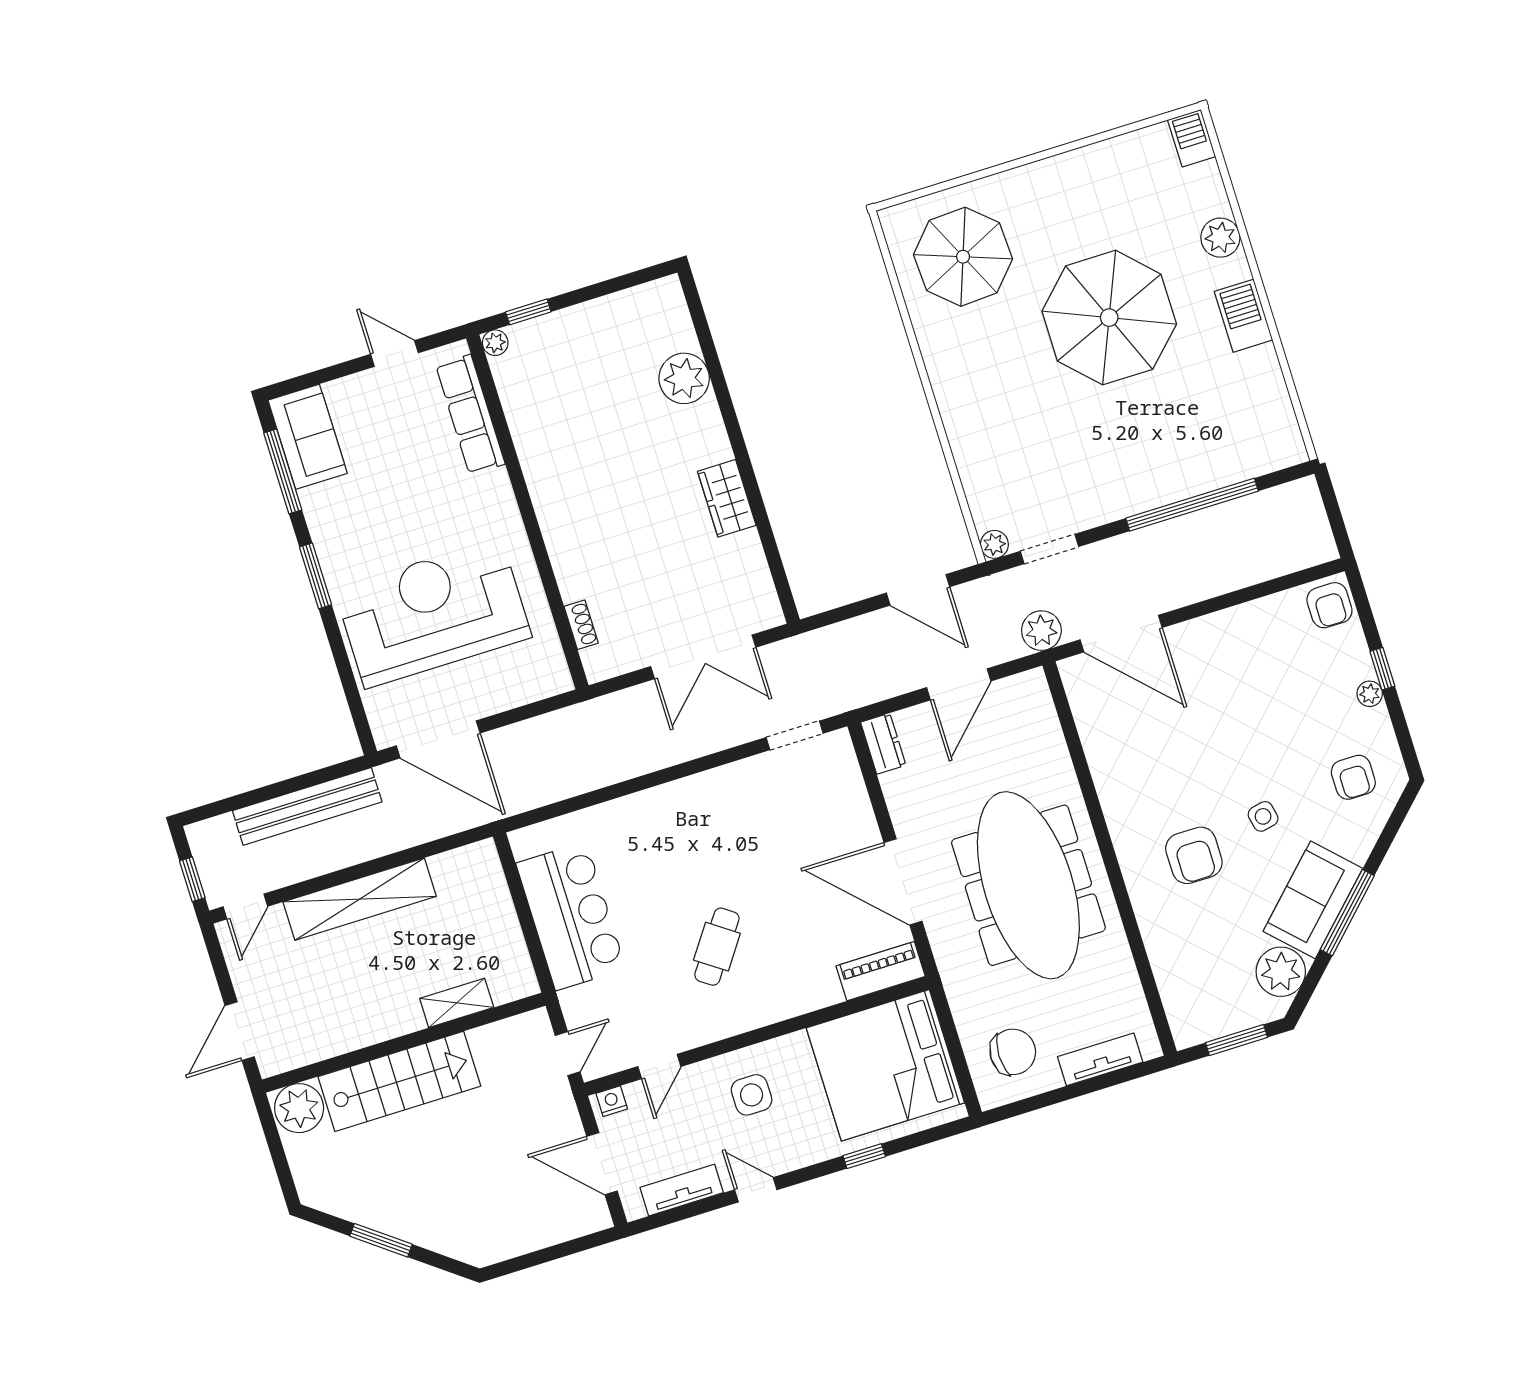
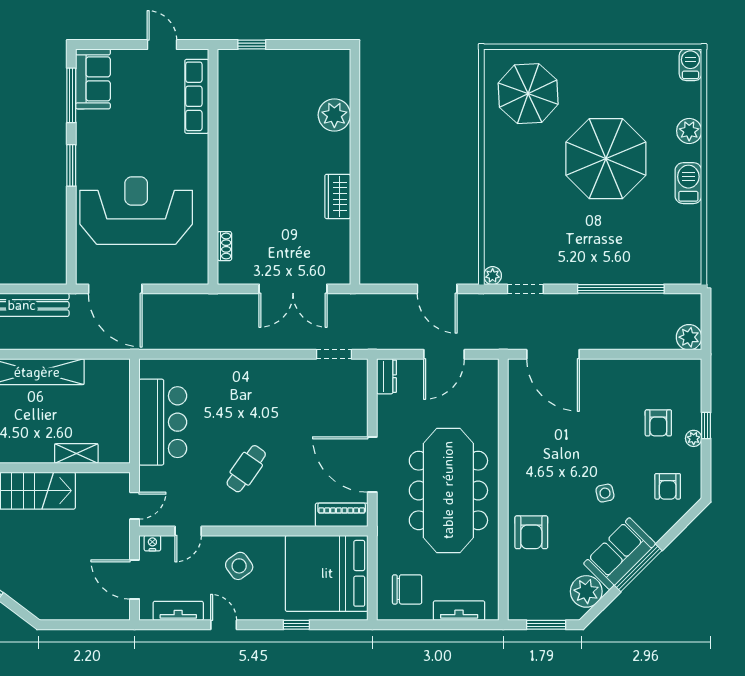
plant: (495, 343) -> (226, 57), removed
armchair: (1329, 605) -> (658, 423), moved
plant: (1041, 631) -> (689, 337), moved
armchair: (1194, 855) -> (531, 532), moved
side table: (752, 1095) -> (239, 566), turned -36

